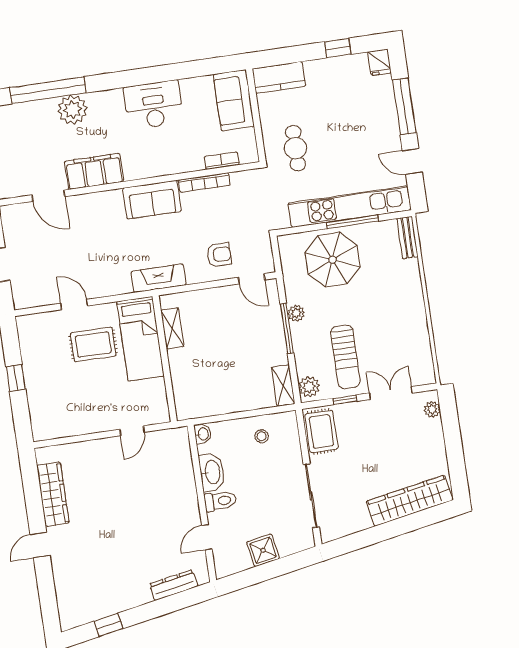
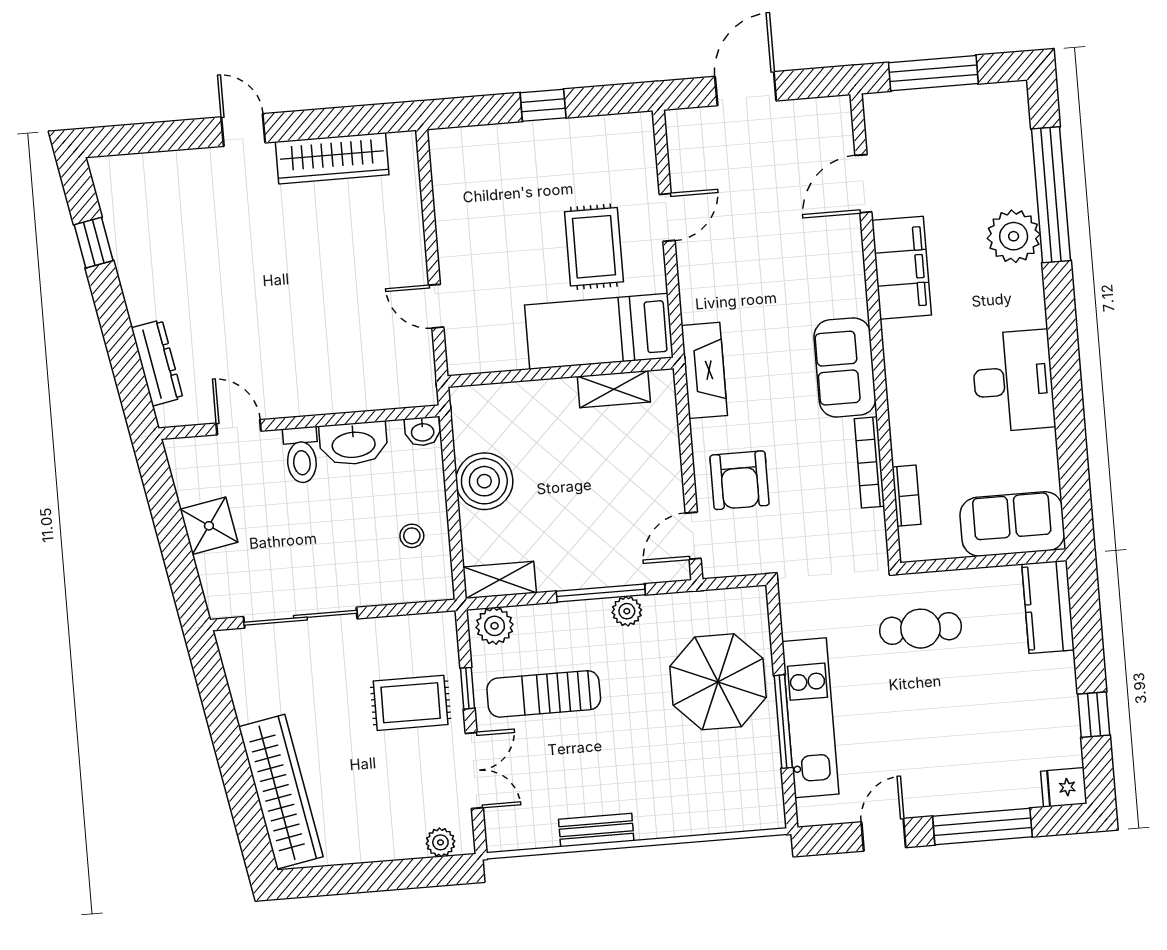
kitchen unit: (349, 207) -> (810, 718), width x0.73
bench: (407, 237) -> (596, 830), moved
armchair: (219, 255) -> (740, 480), width x1.38, depth x1.38
boiler: (228, 398) -> (484, 481), added
rug: (321, 431) -> (411, 703), moved

